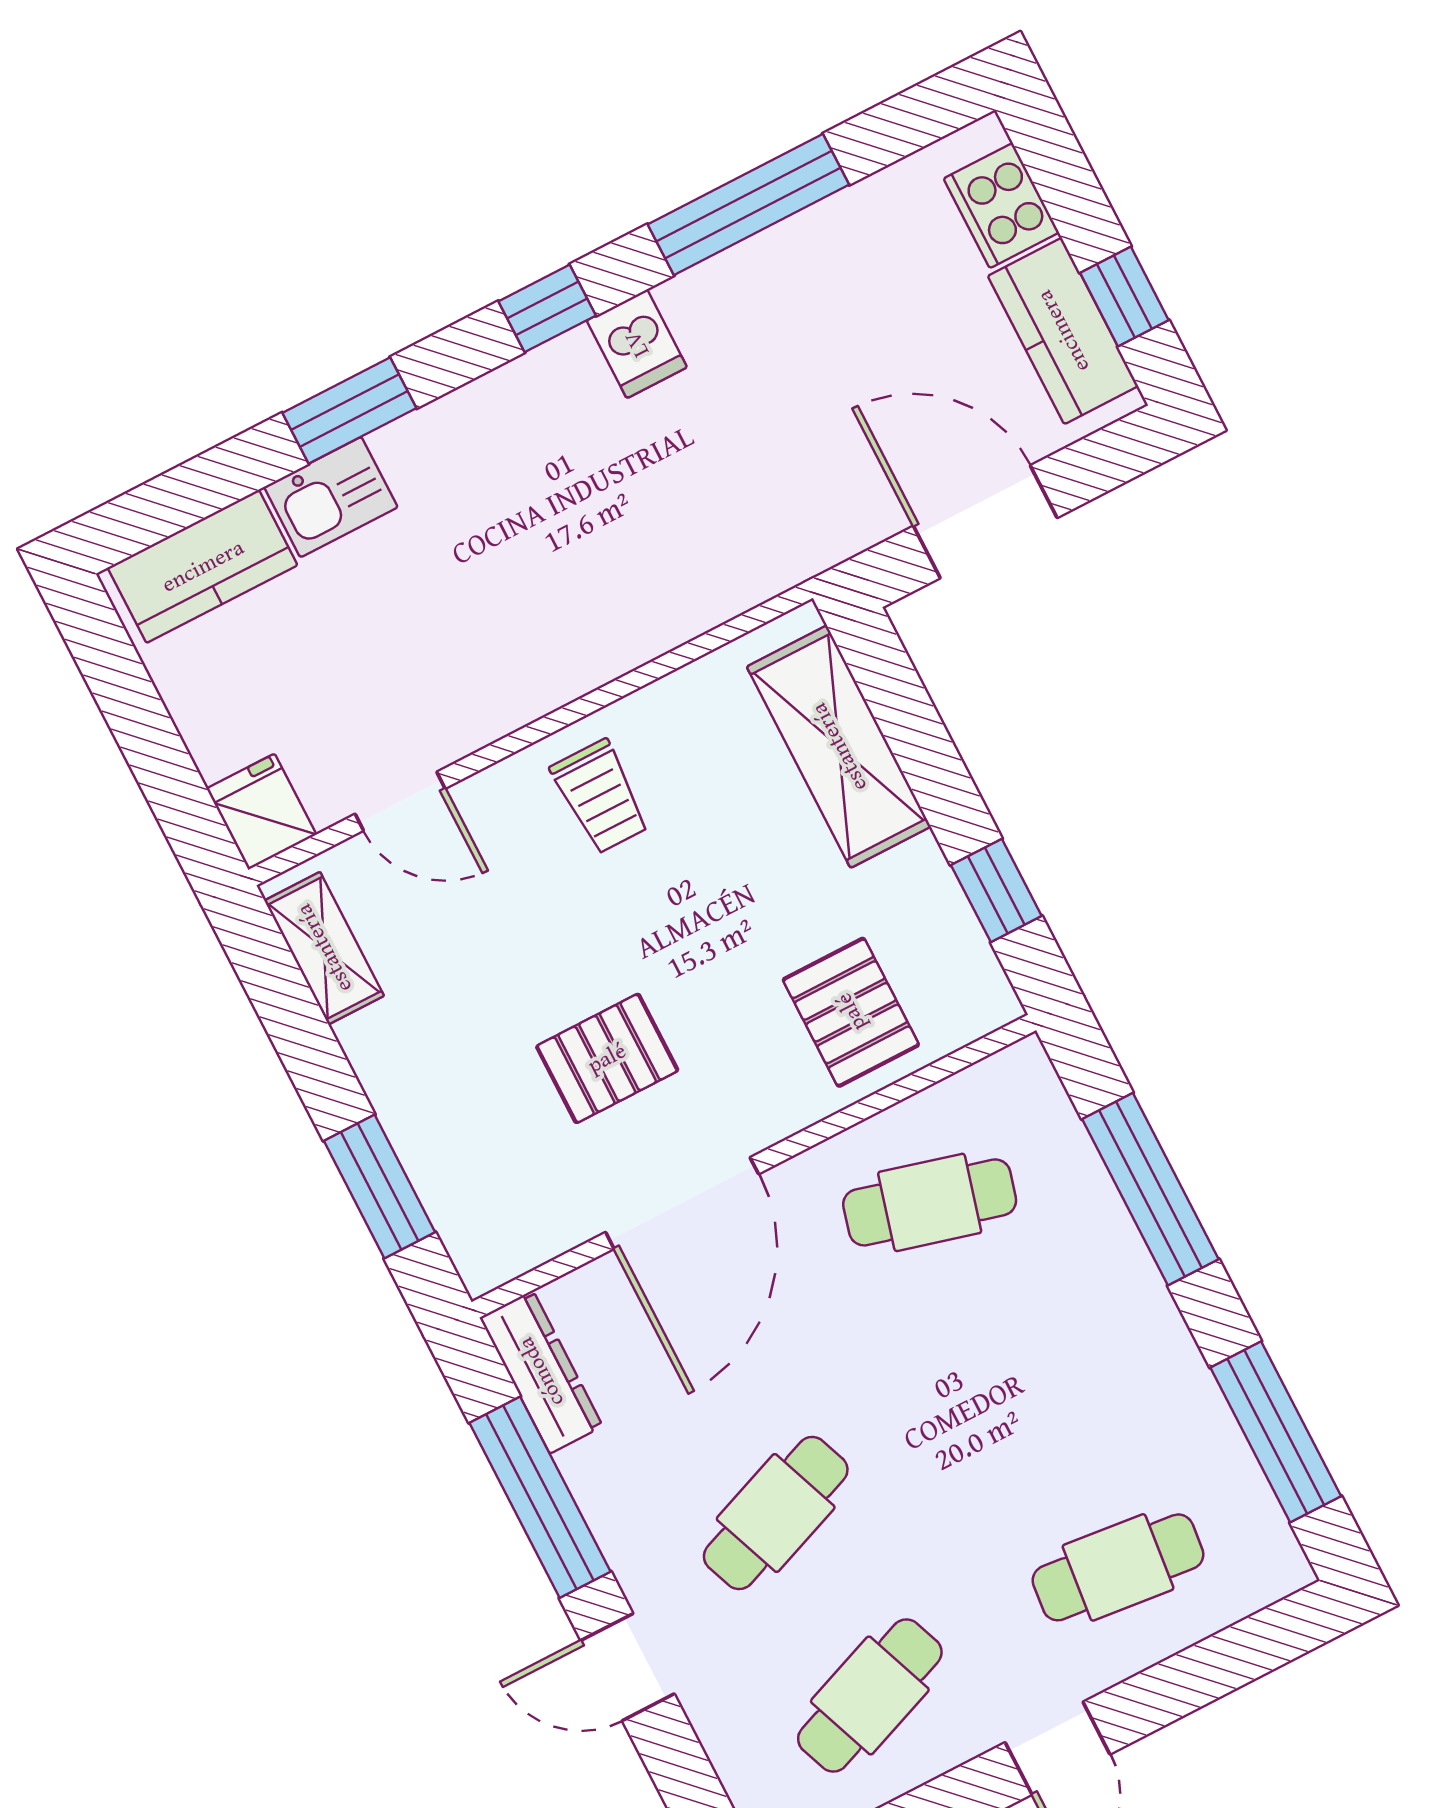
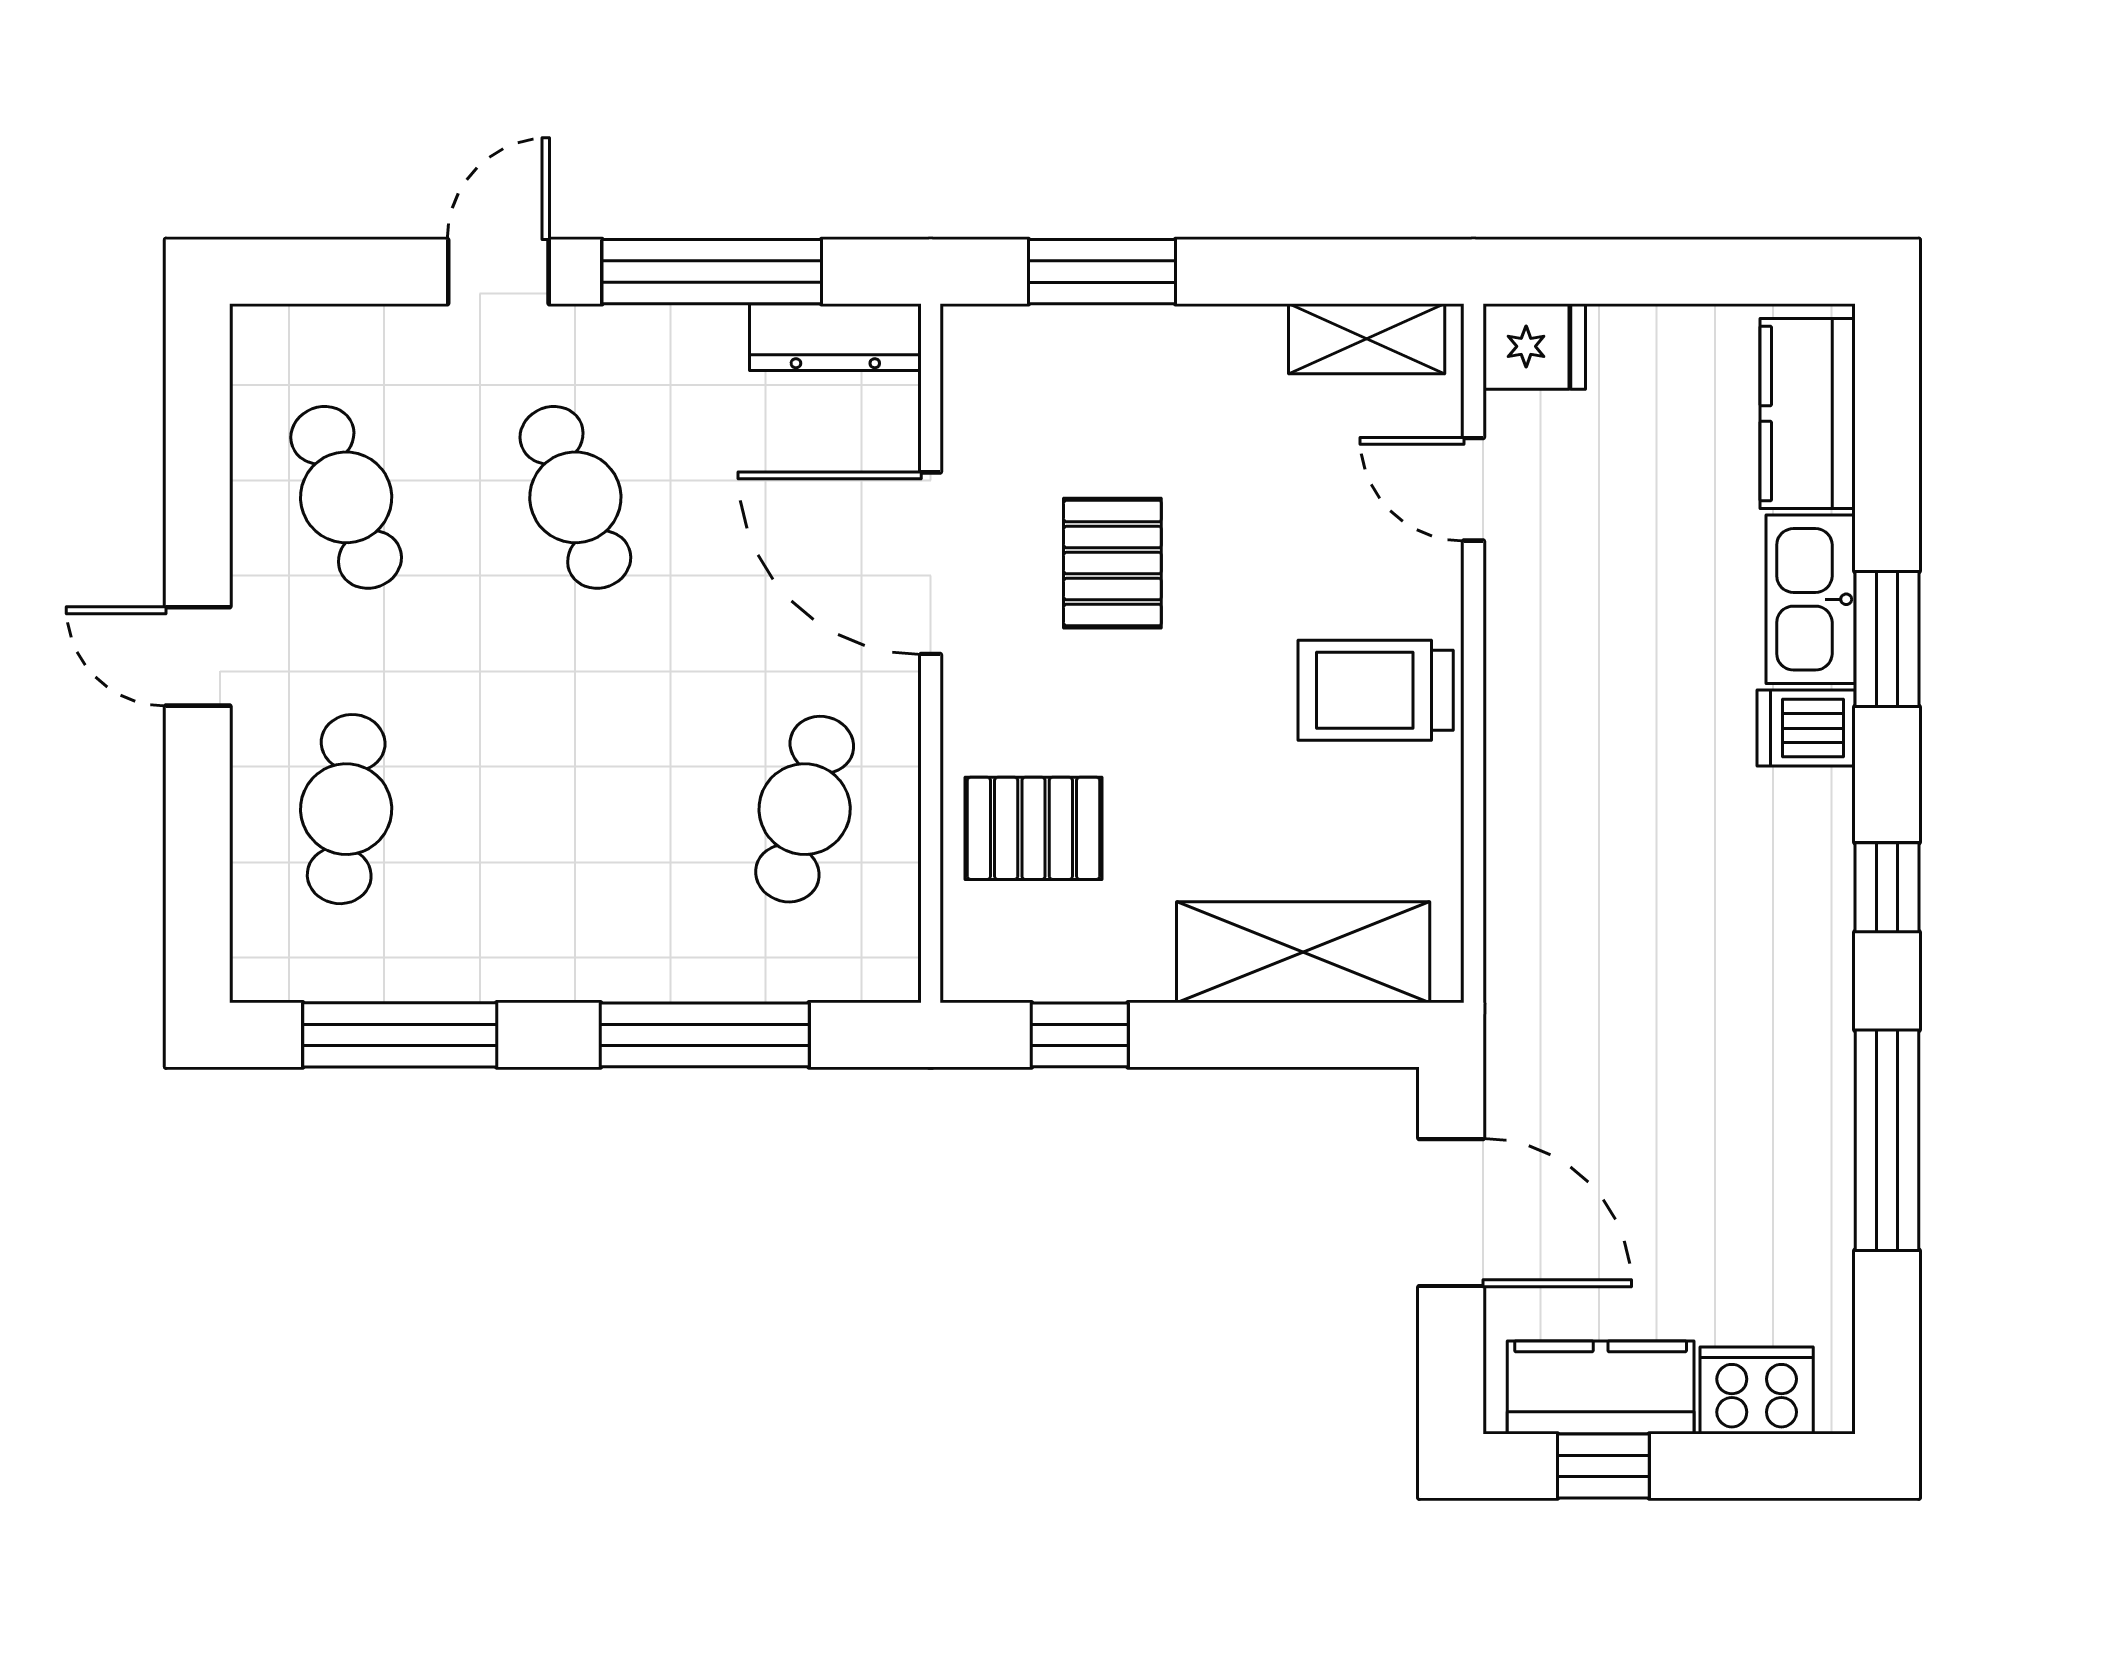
dishwasher: (637, 344) -> (1806, 728), moved
kitchen sink: (331, 497) -> (1811, 599), width x1.38
door: (985, 522) -> (1451, 1213), hinge flipped
trolley: (600, 797) -> (1376, 690), width x1.36, depth x1.39
door: (400, 801) -> (1474, 489), hinge flipped

